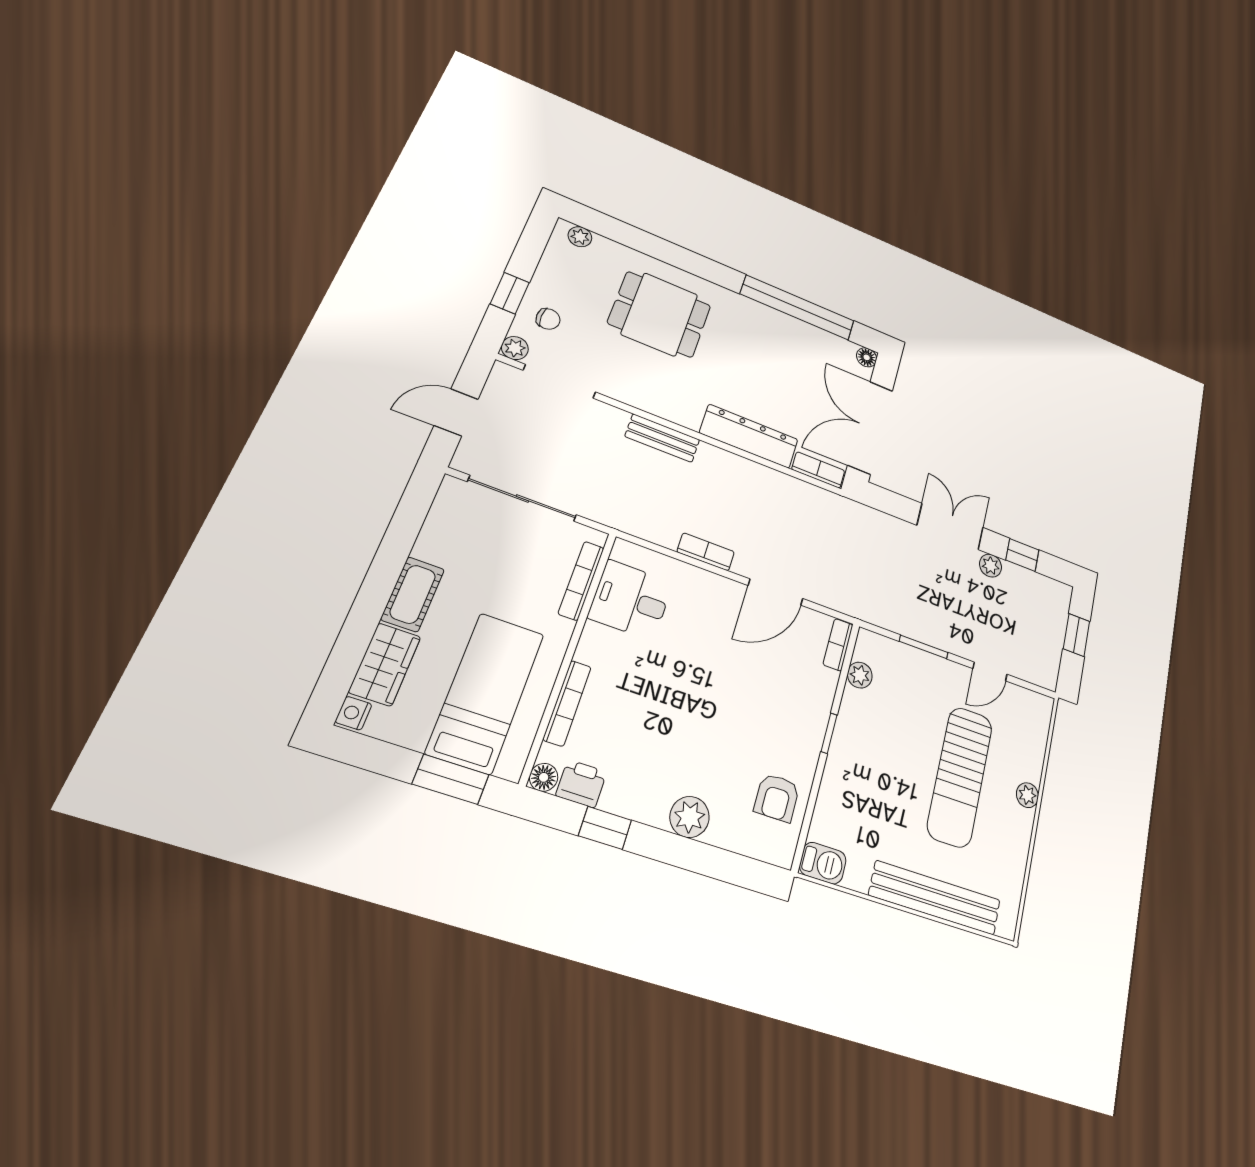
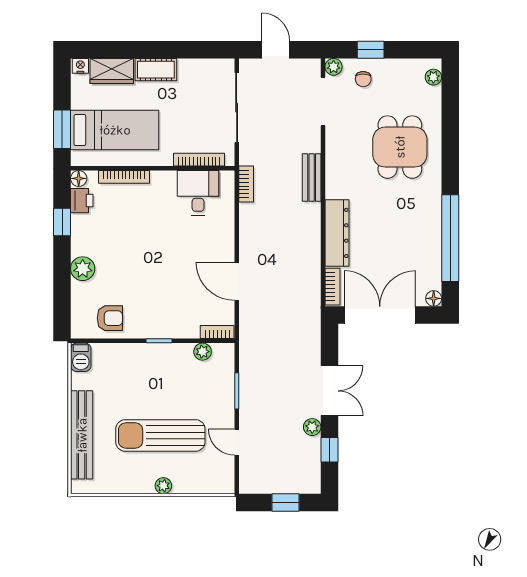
bookcase: (706, 552) -> (246, 184), moved
armchair: (777, 798) -> (110, 318), turned 180

